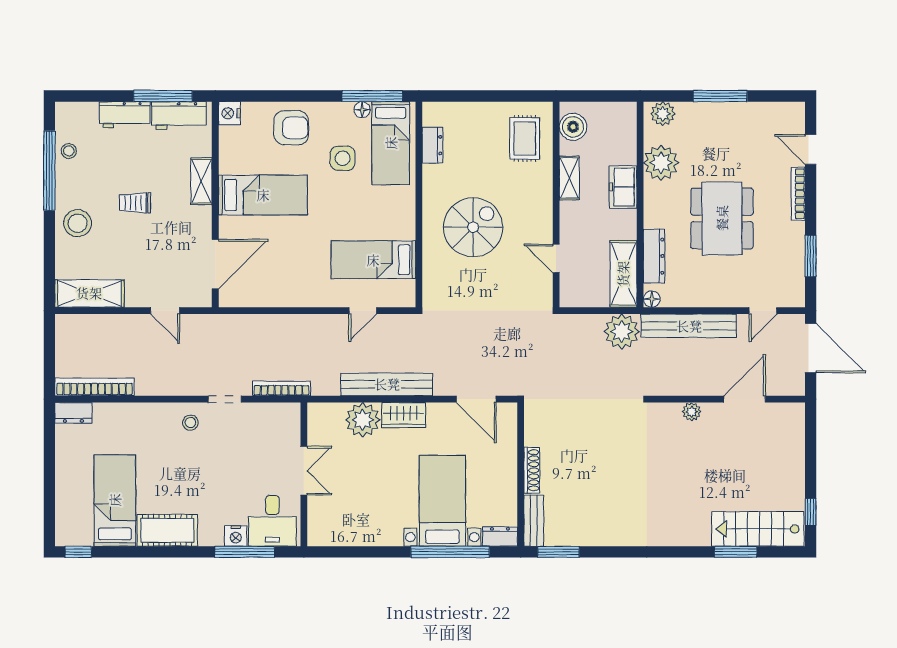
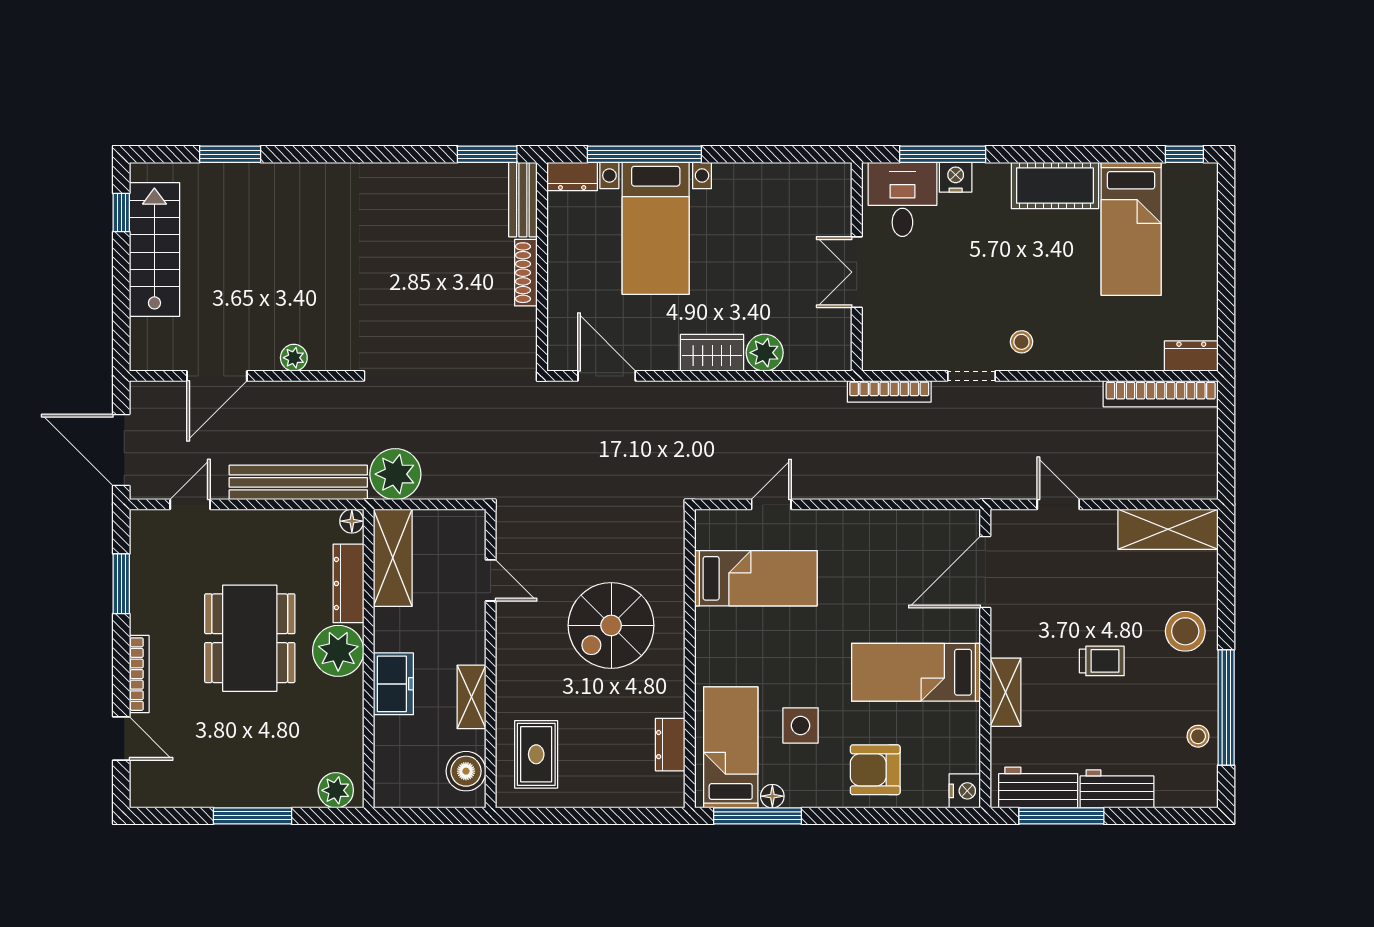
plant: (661, 163) -> (338, 651), moved
bench: (387, 384) -> (737, 397), removed
plant: (363, 420) -> (765, 353), width x0.73, depth x0.73
stairs: (758, 529) -> (154, 249), moved, turned -90

